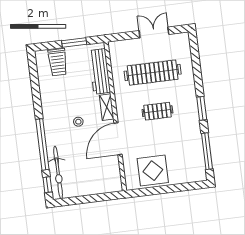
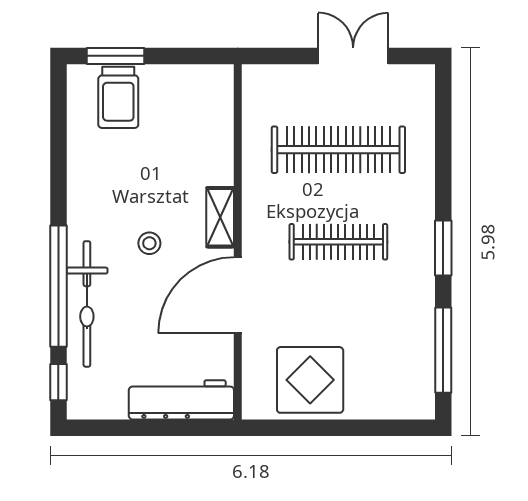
window: (74, 42) -> (115, 56), moved
workbench: (100, 72) -> (181, 400), moved, turned 90
clothes rail: (157, 111) -> (338, 242), width x1.36
bicycle: (58, 172) -> (87, 304), moved

